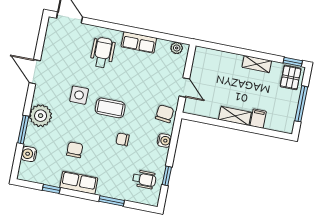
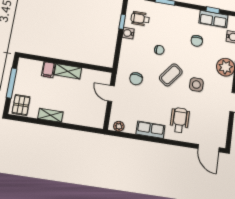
wheelchair: (103, 52) -> (180, 120), turned 180
window: (293, 62) -> (19, 118), removed
coffee table: (110, 108) -> (171, 75), turned -52
chair: (165, 114) -> (136, 79), moved
water cooler: (164, 140) -> (128, 33), moved
row of seats: (79, 183) -> (213, 19), moved

